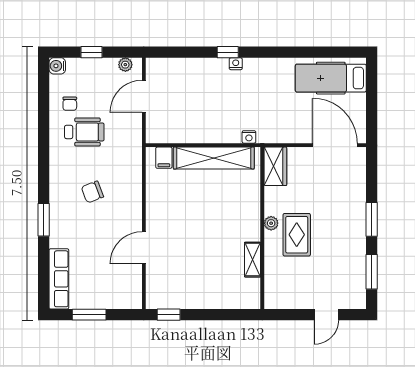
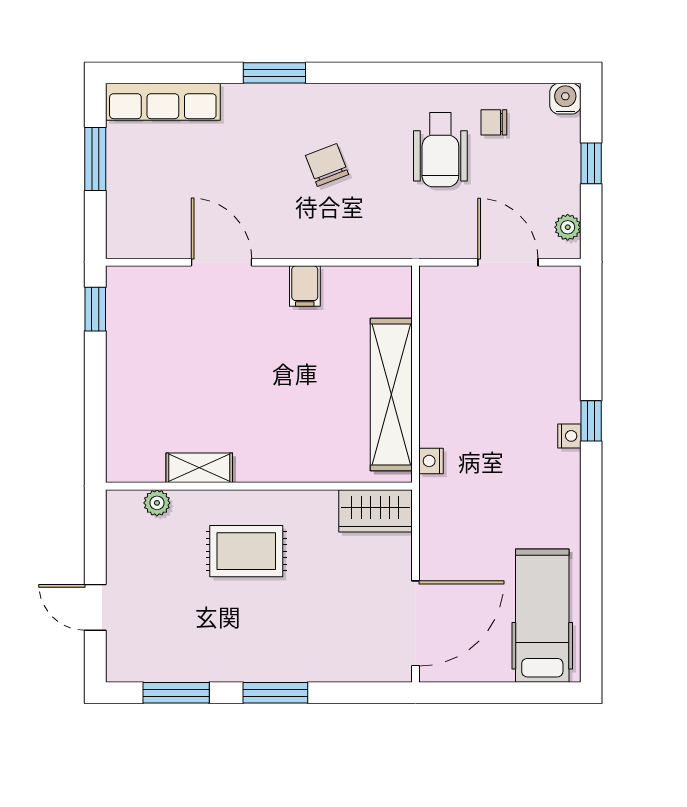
filing cabinet: (164, 158) -> (305, 286), moved, turned -90
plant: (271, 223) -> (157, 503), moved

